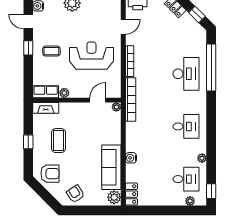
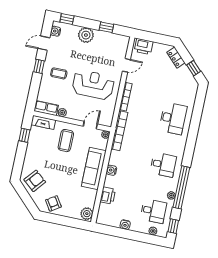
door: (28, 22) -> (44, 43), hinge flipped
window: (211, 68) -> (181, 187), moved
coffee table: (58, 141) -> (66, 141), moved
window: (28, 142) -> (24, 135), moved
water cooler: (131, 158) -> (111, 170), moved
sofa: (111, 167) -> (94, 168), moved
printer: (133, 173) -> (108, 196), added
armchair: (50, 174) -> (35, 181), turned -50
locker: (131, 194) -> (103, 214), removed
water cooler: (158, 201) -> (125, 225), added

